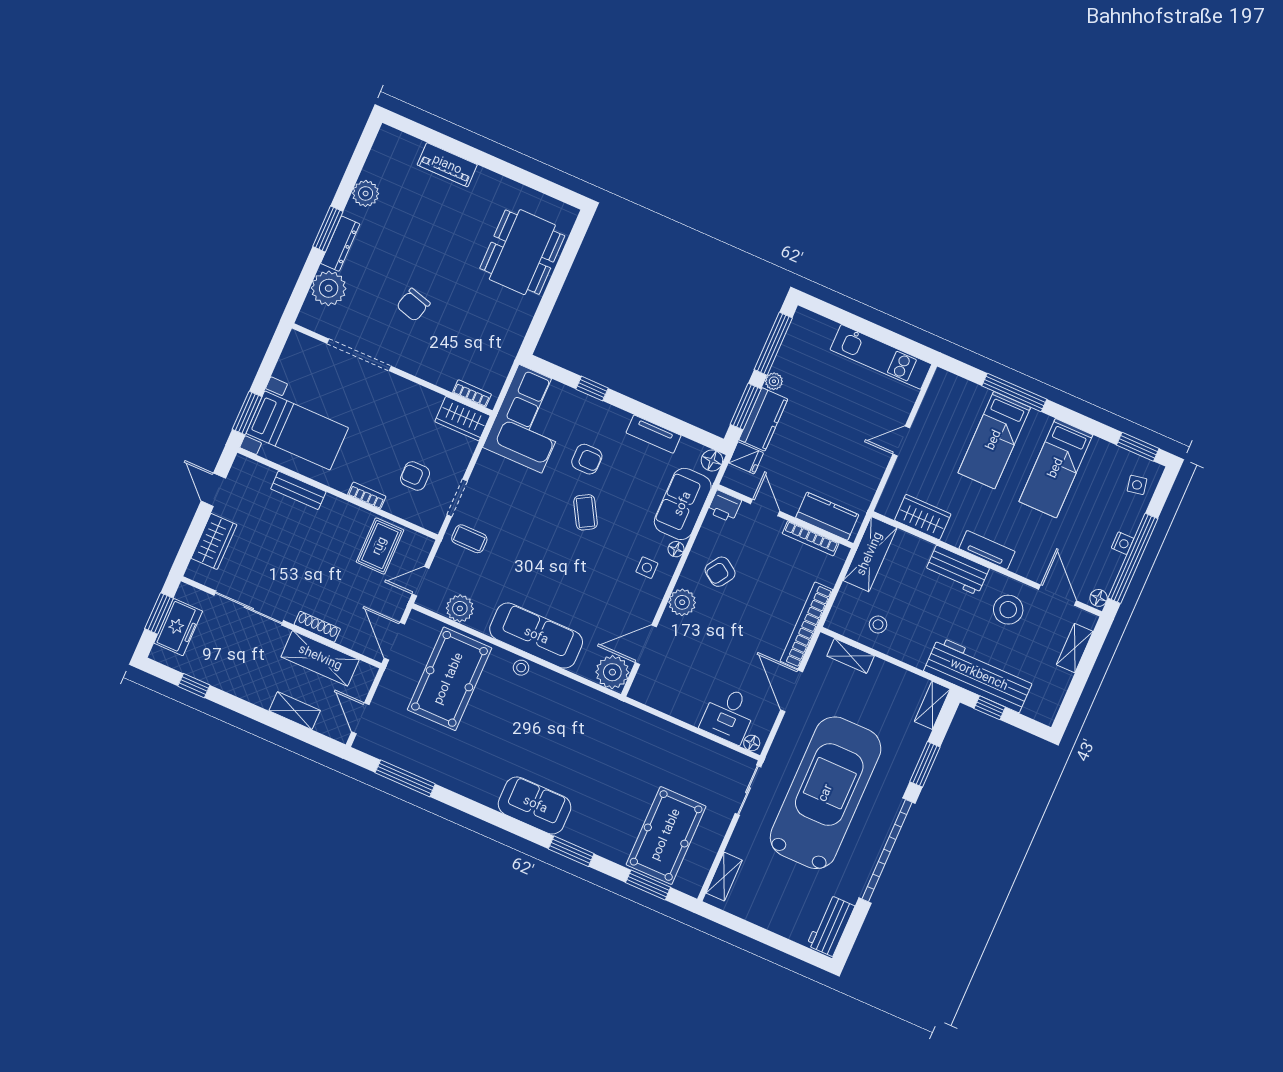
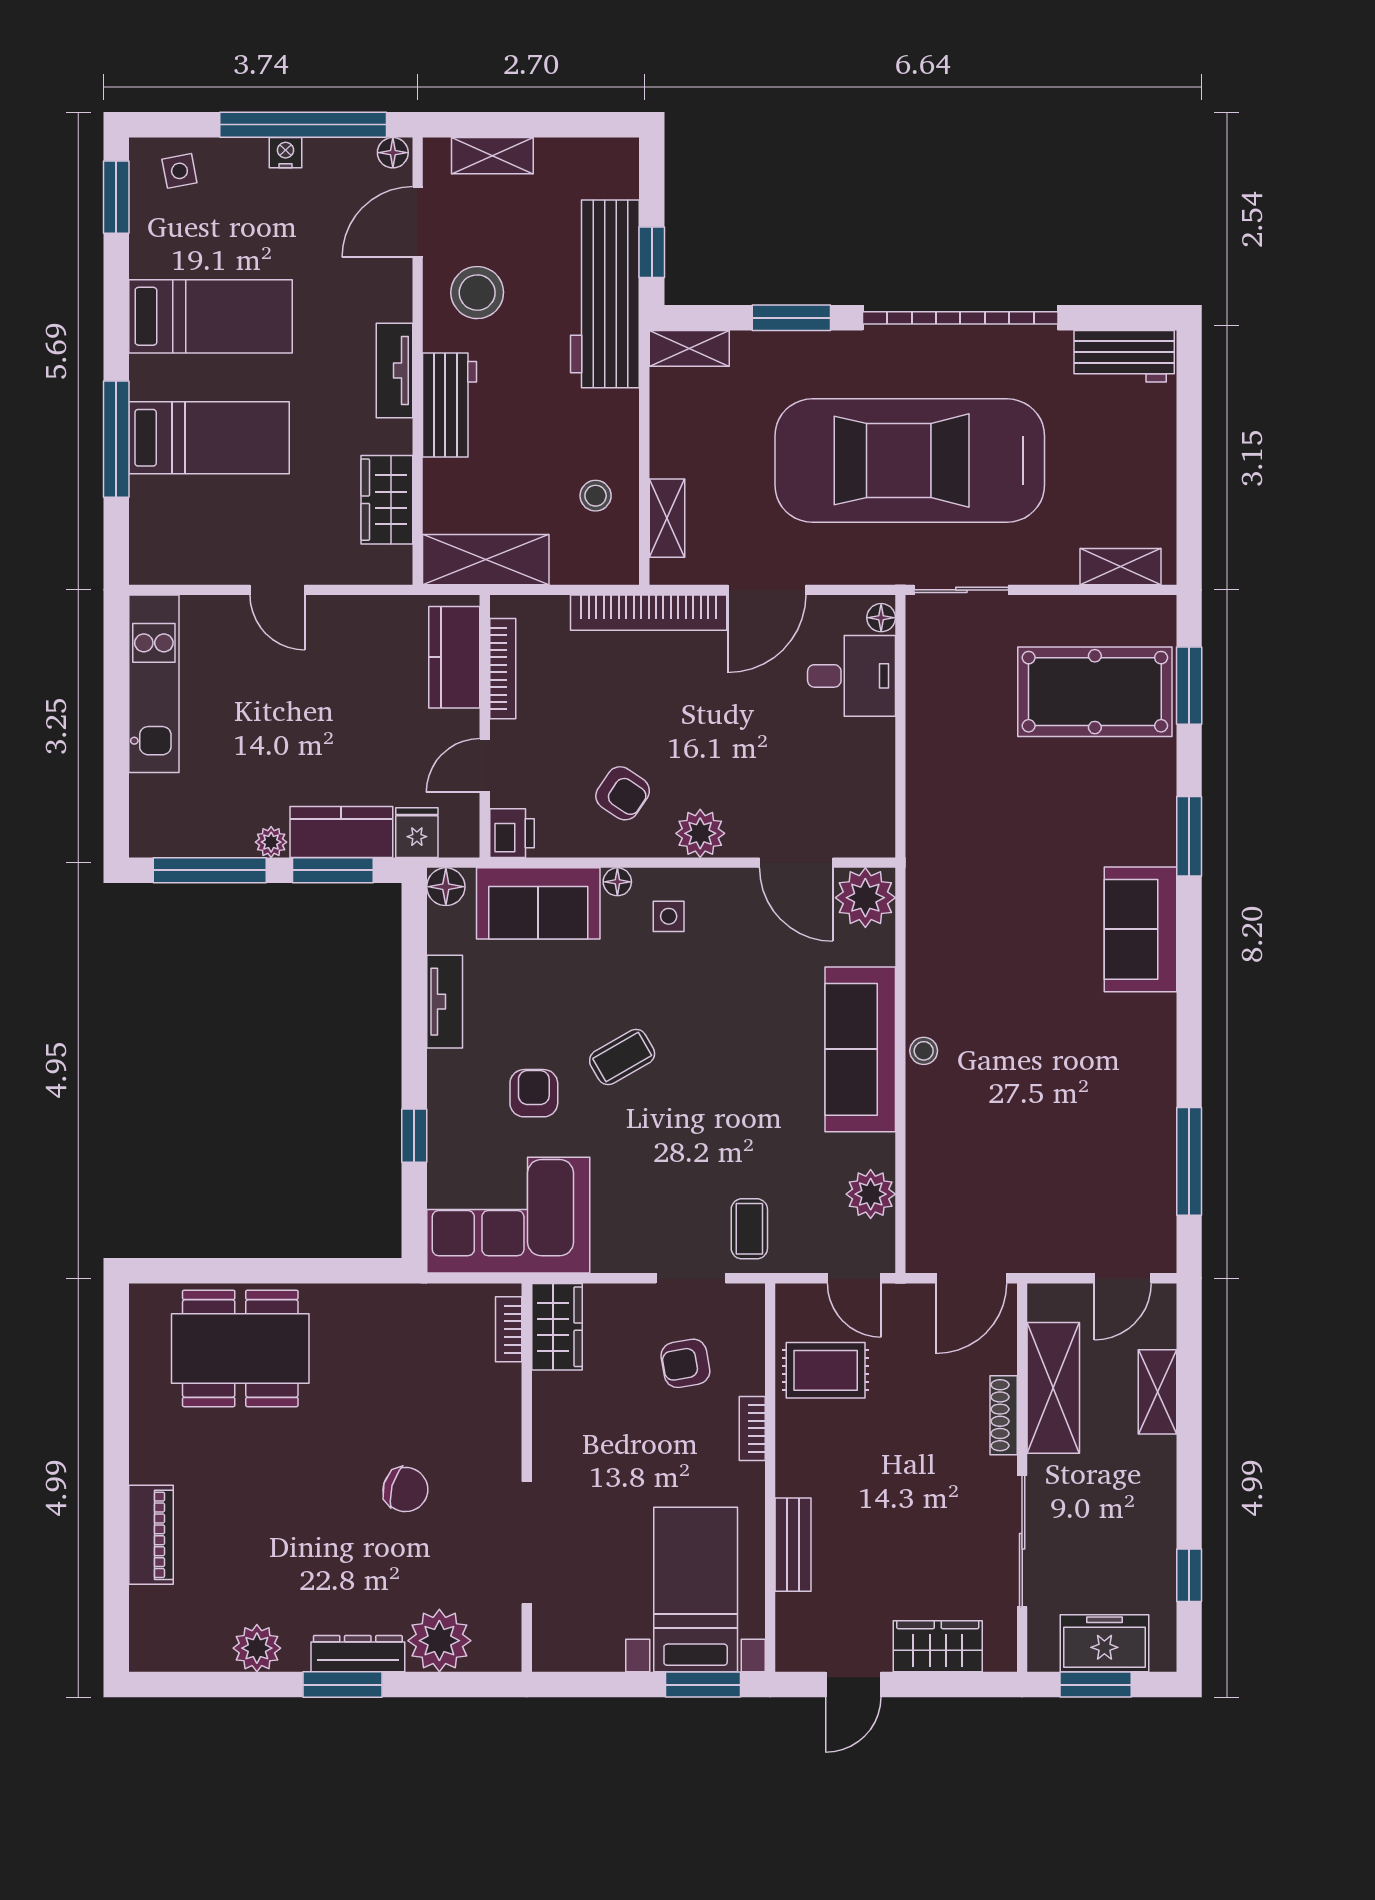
armchair: (415, 476) -> (685, 1363), turned 80
pool table: (449, 679) -> (994, 1160), removed

